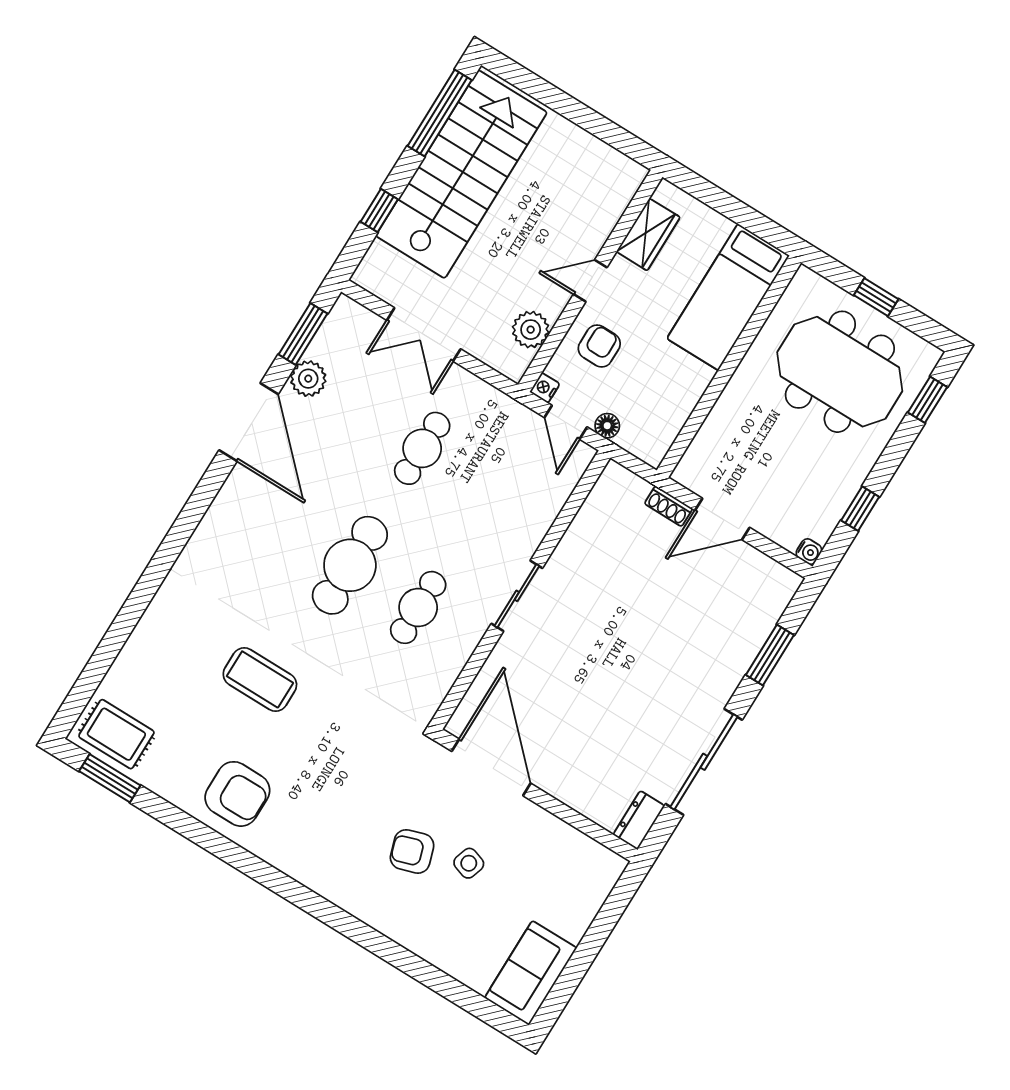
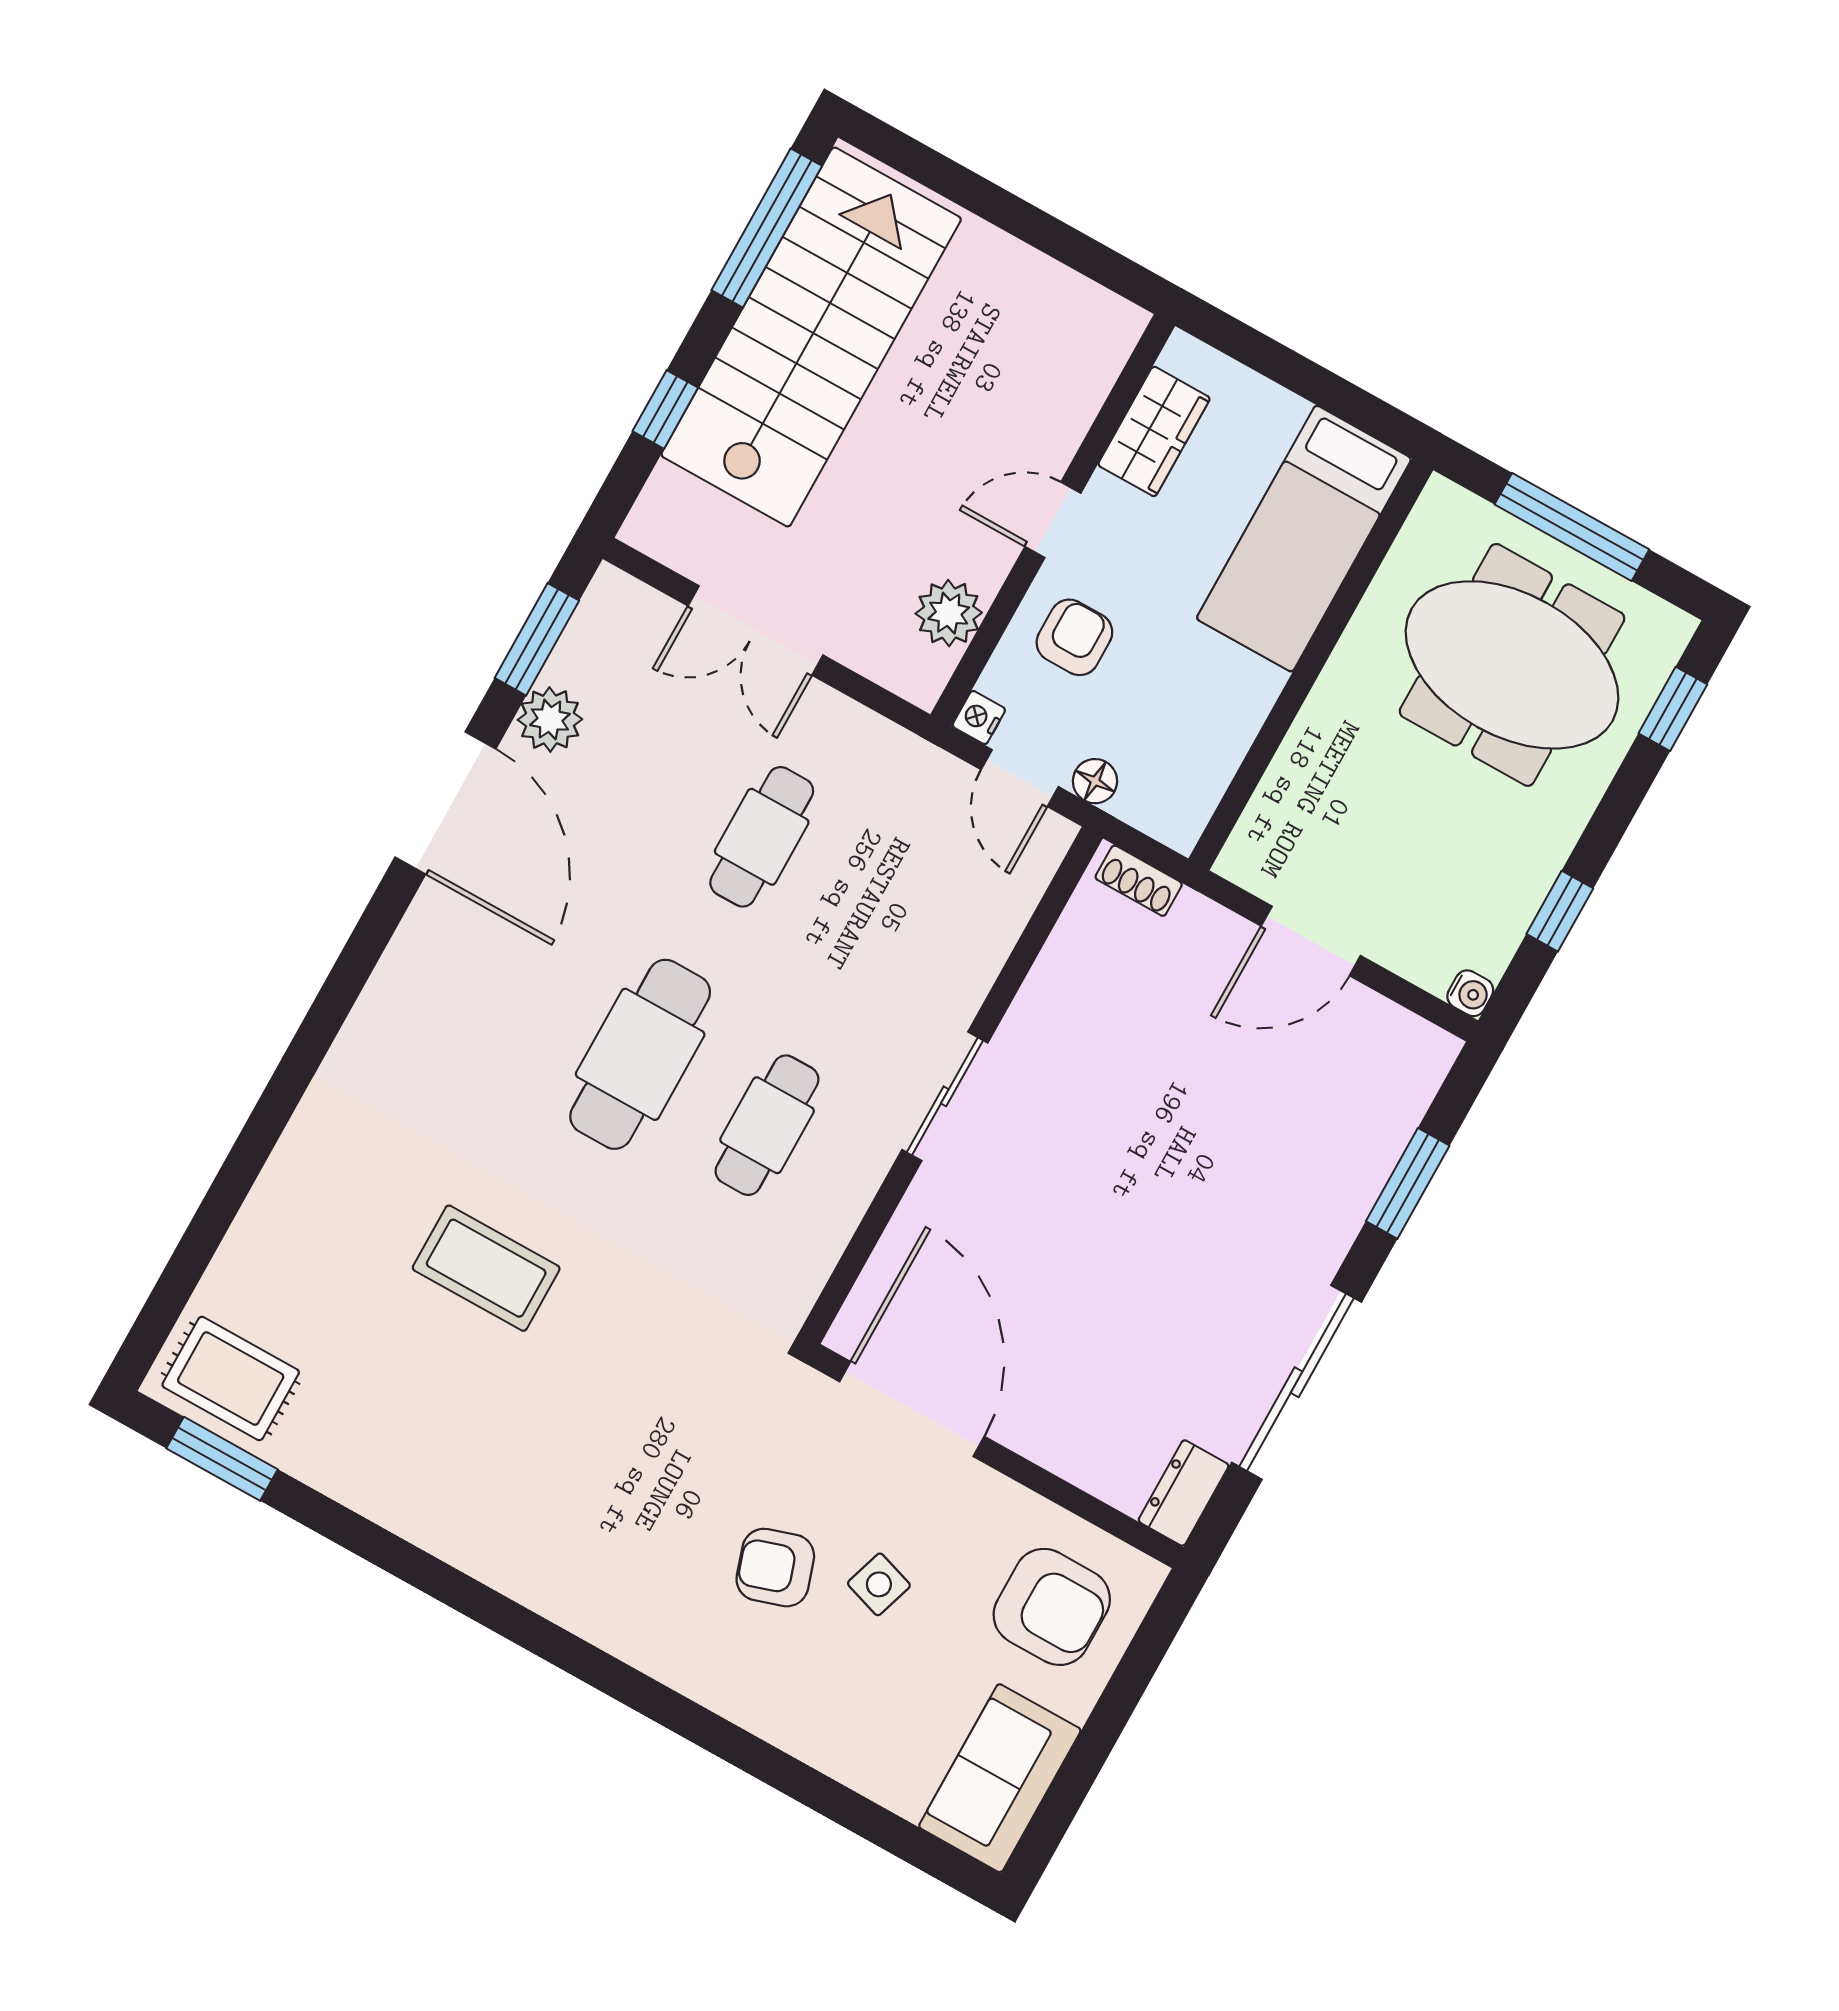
window: (876, 297) -> (1572, 527), width x2.17
shoe rack: (669, 506) -> (1139, 881), moved
armchair: (237, 794) -> (1052, 1607), moved

